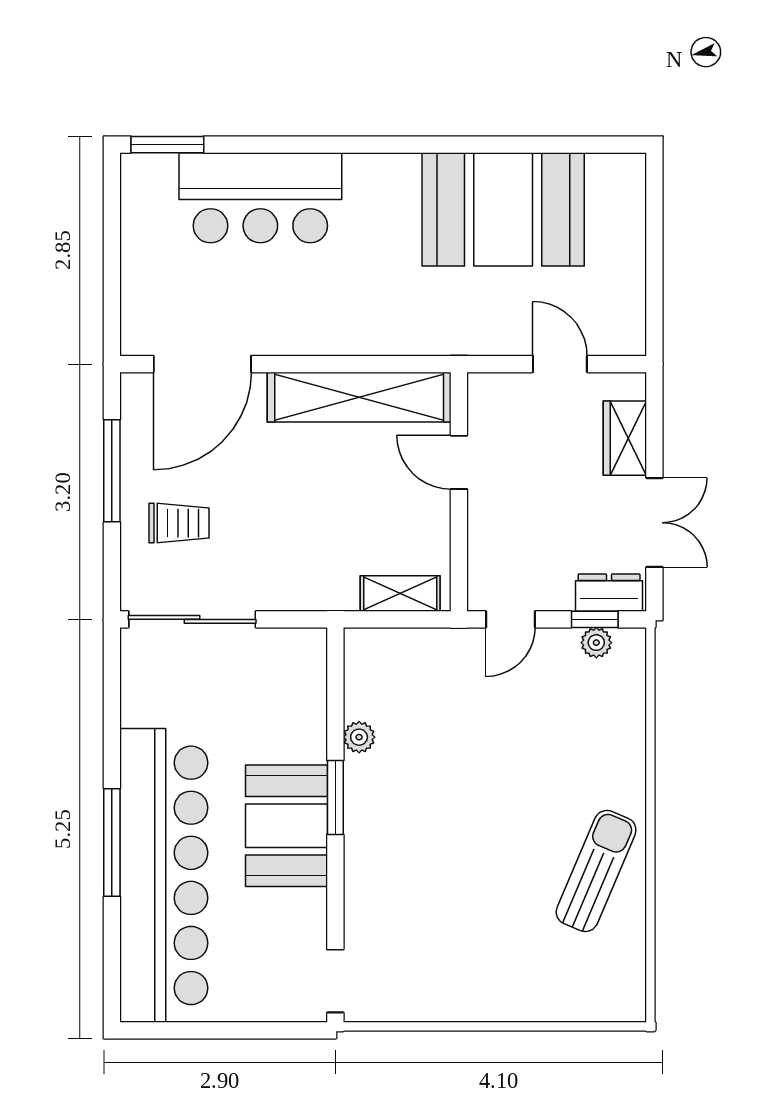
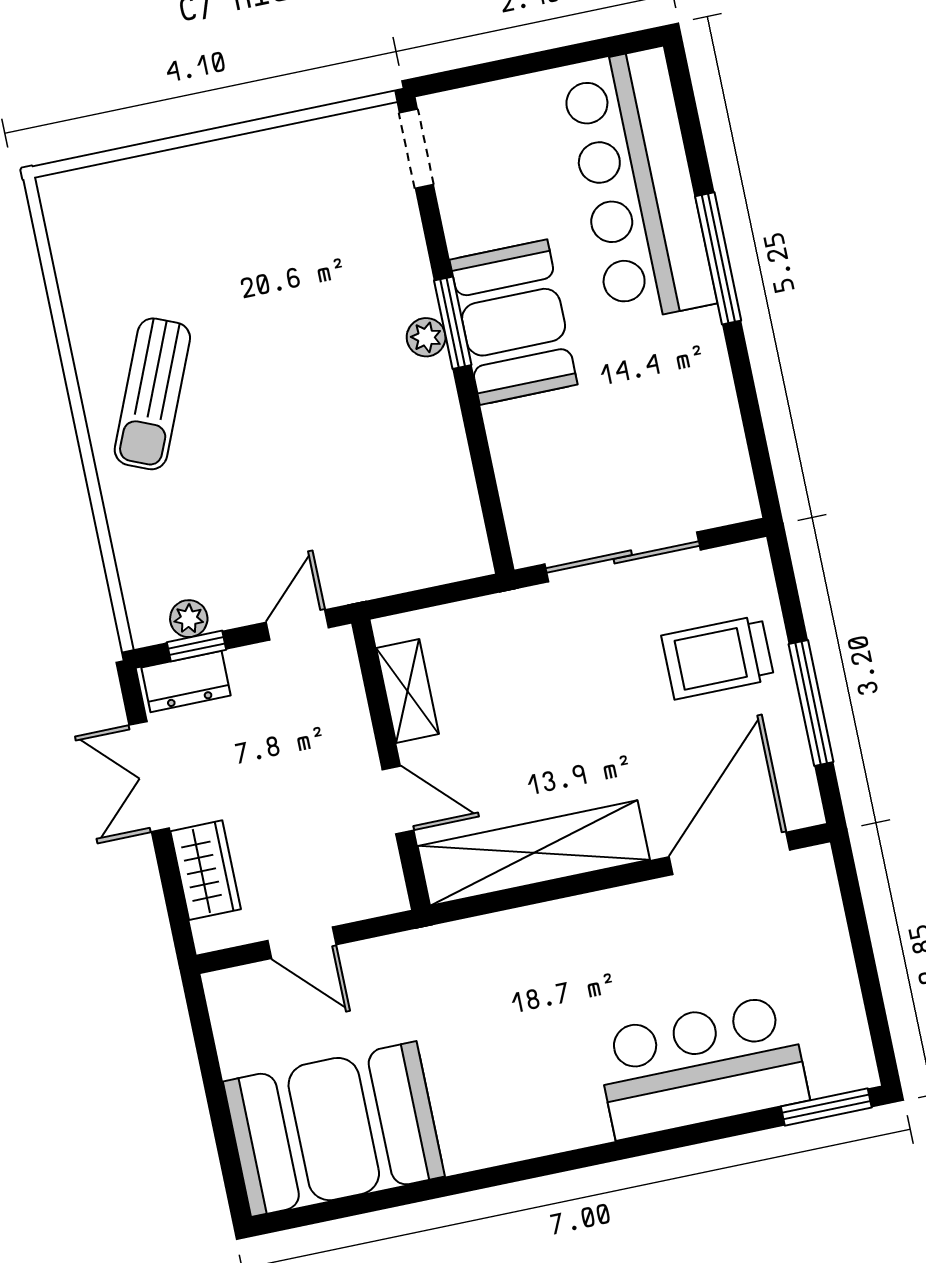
booth: (503, 209) -> (334, 1129), moved
trolley: (179, 523) -> (718, 657), width x1.36, depth x1.39
shelving: (400, 593) -> (408, 691), moved, turned 90
sliding door: (192, 619) -> (623, 557), moved
plant: (359, 737) -> (426, 337), moved
window: (335, 797) -> (453, 323), moved
sun lounger: (596, 871) -> (152, 394), moved
bar counter: (164, 875) -> (638, 185), width x0.73

